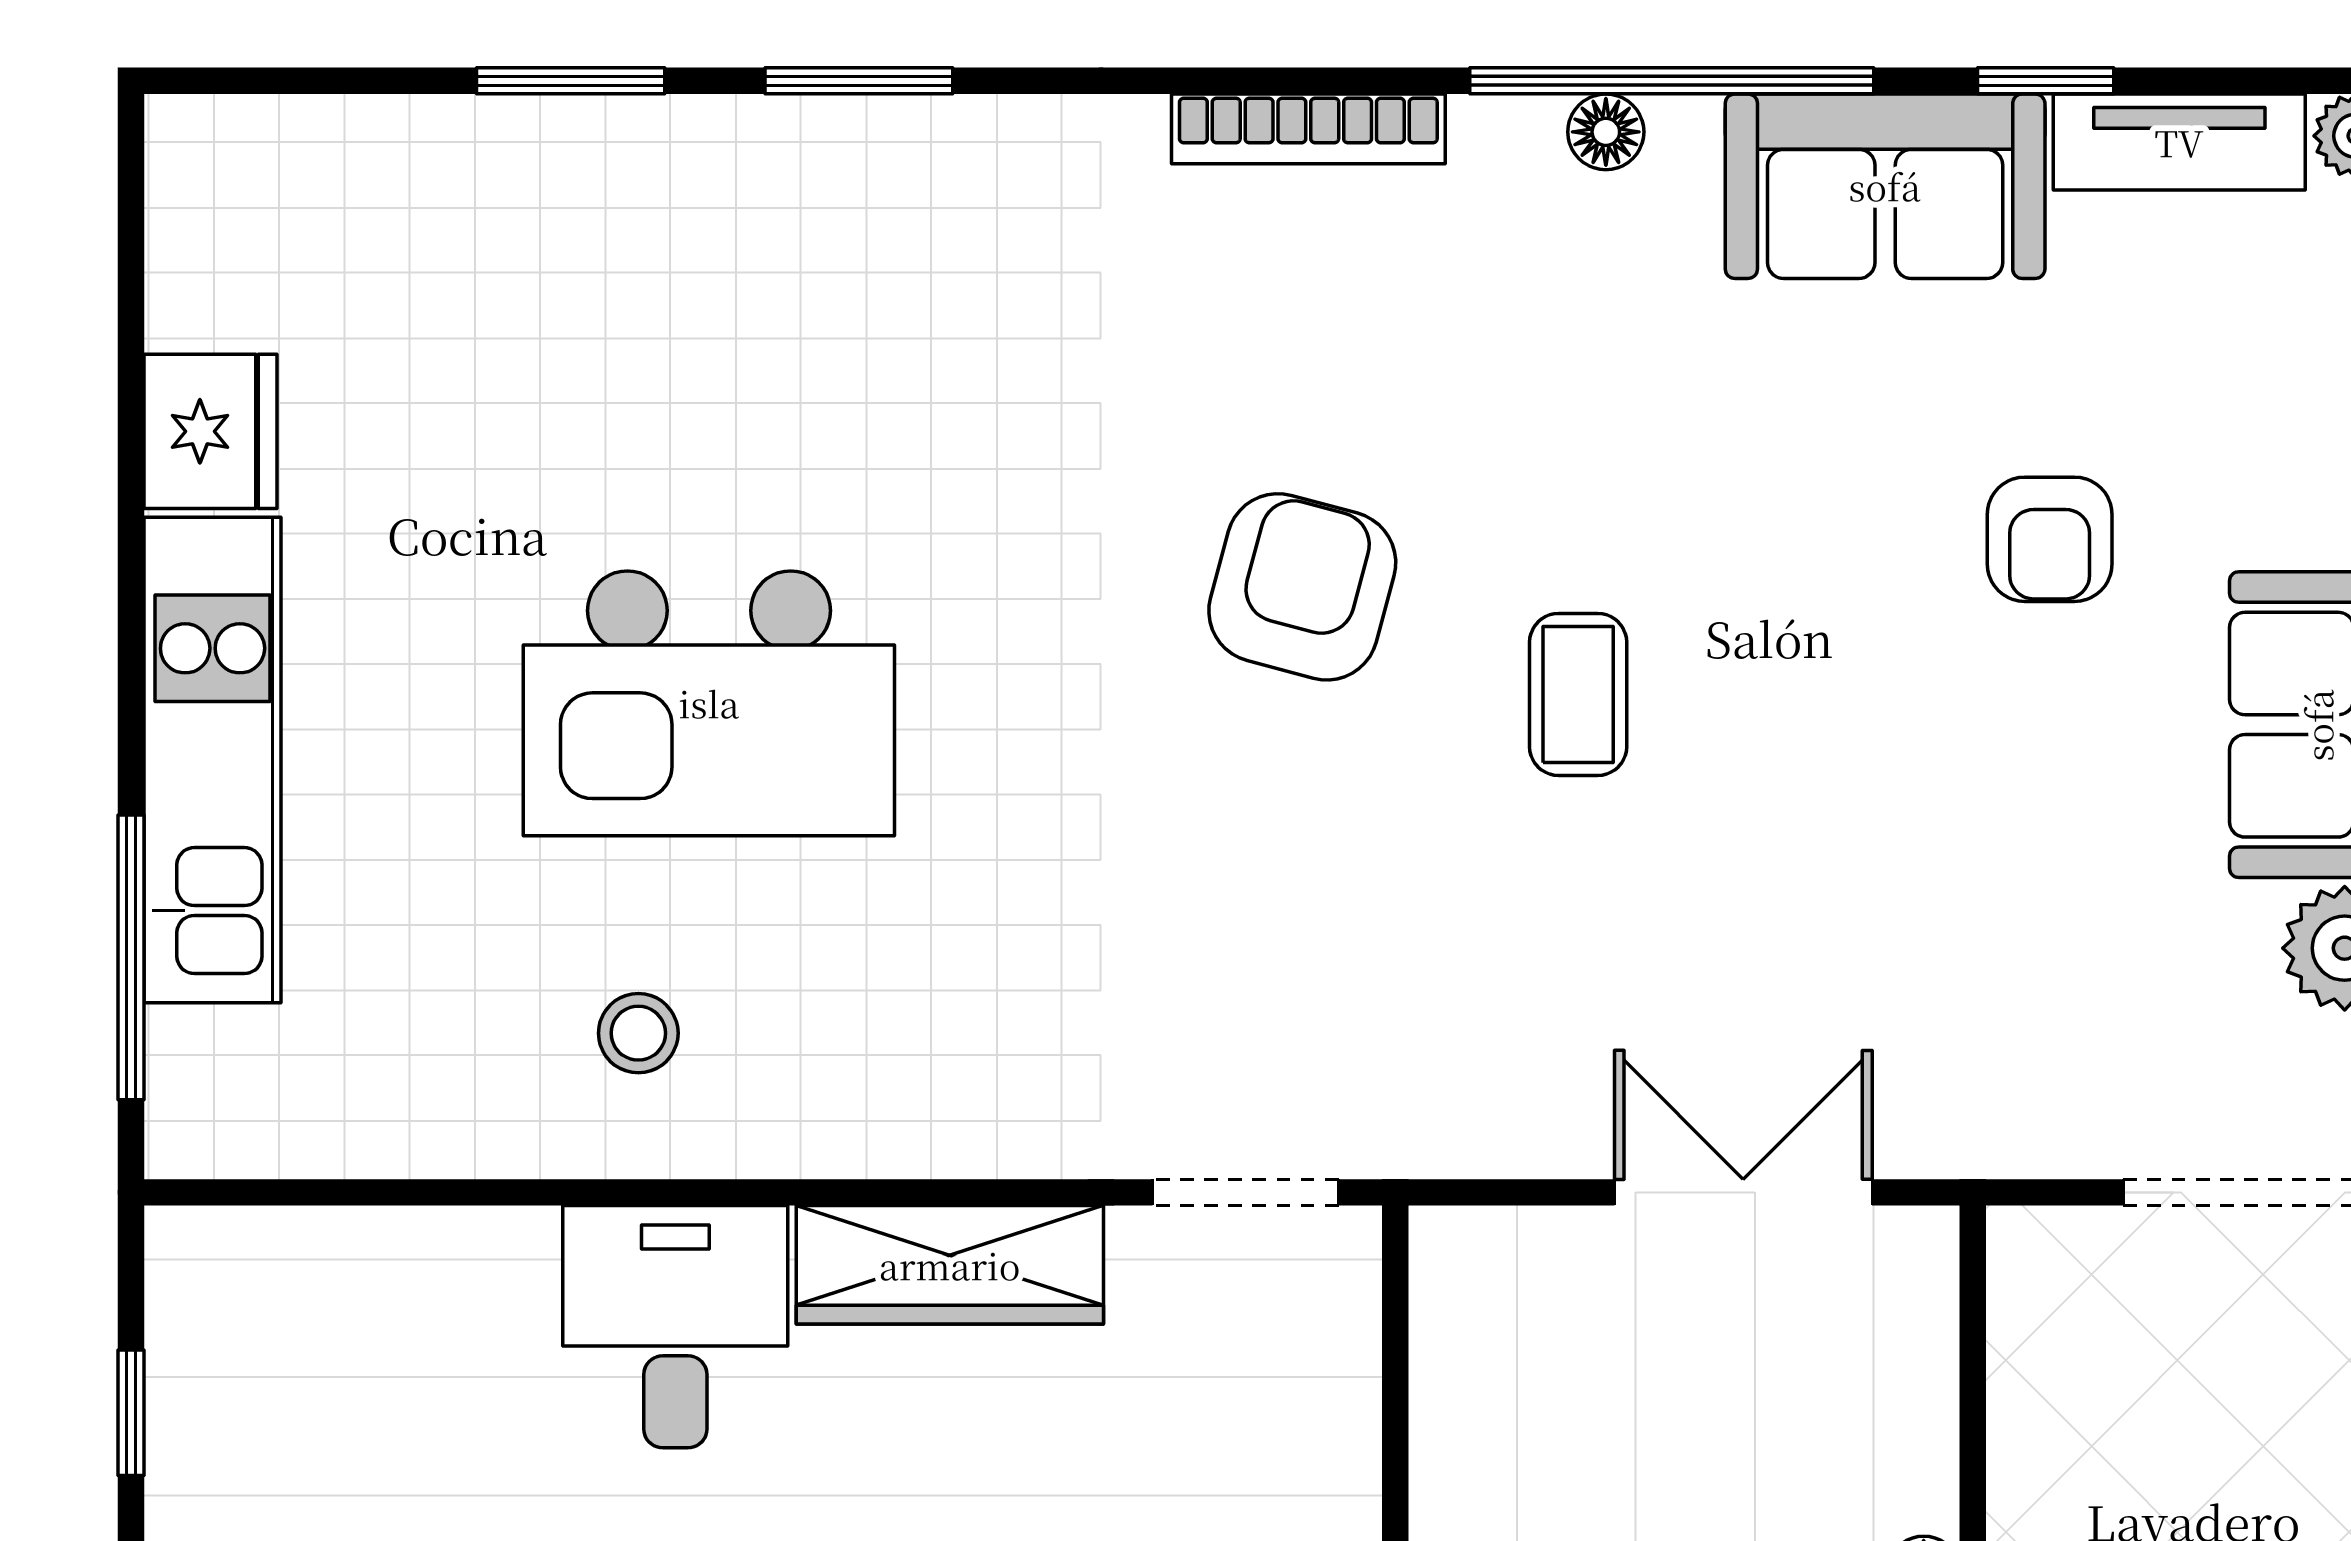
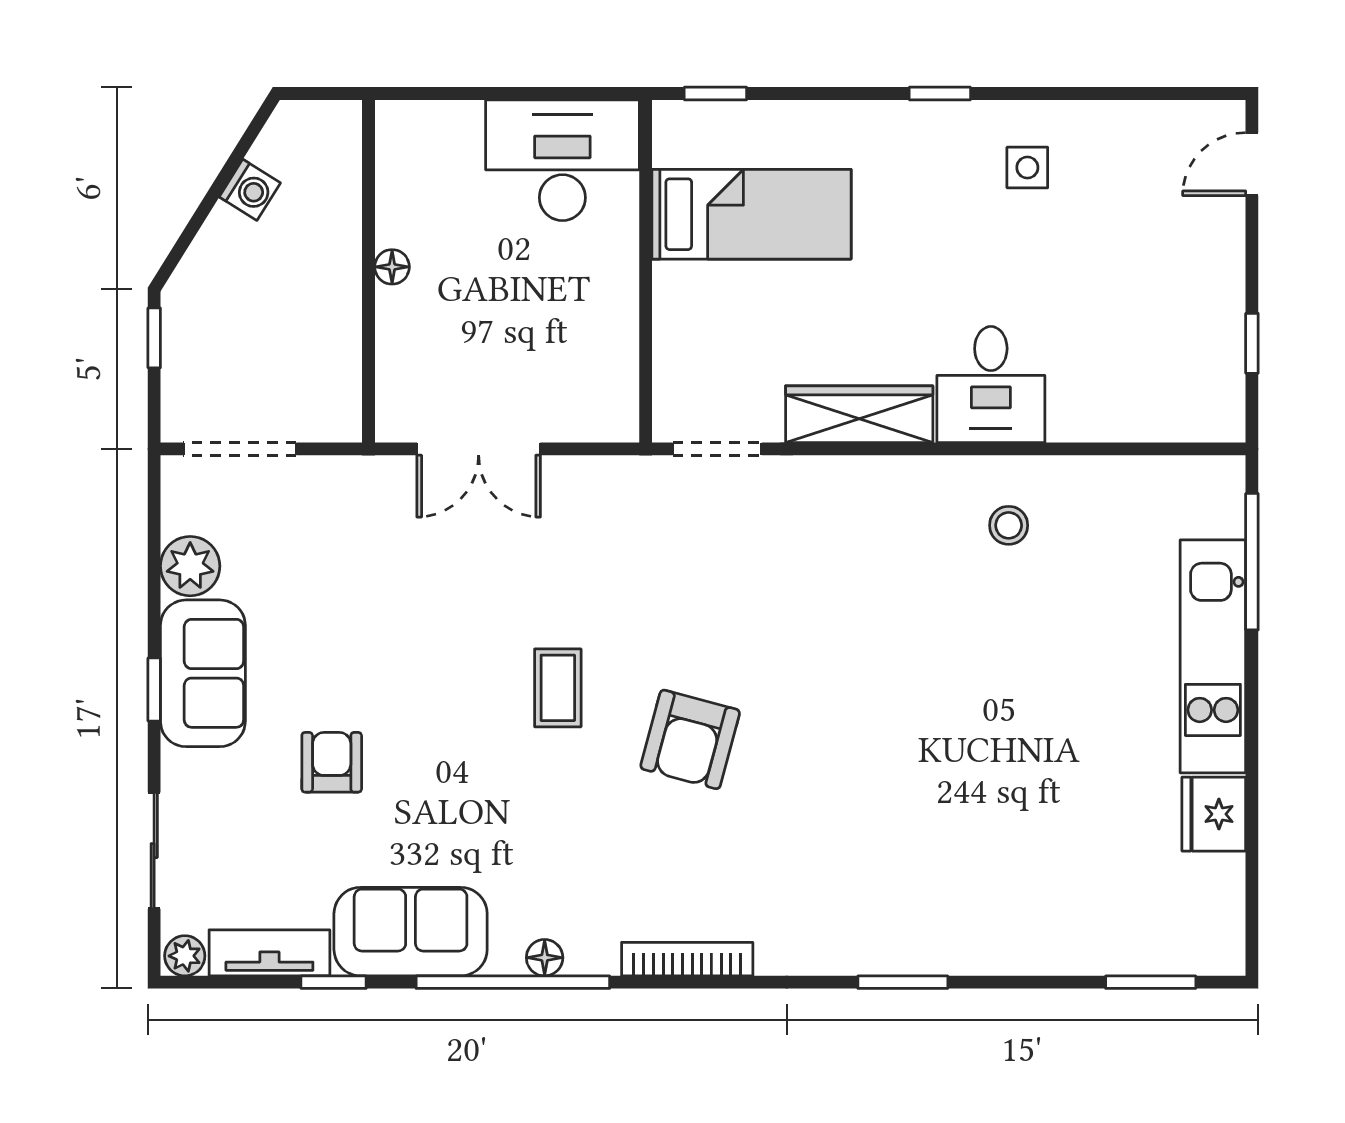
window: (571, 81) -> (1151, 982), moved
kitchen island: (709, 703) -> (975, 684), removed

